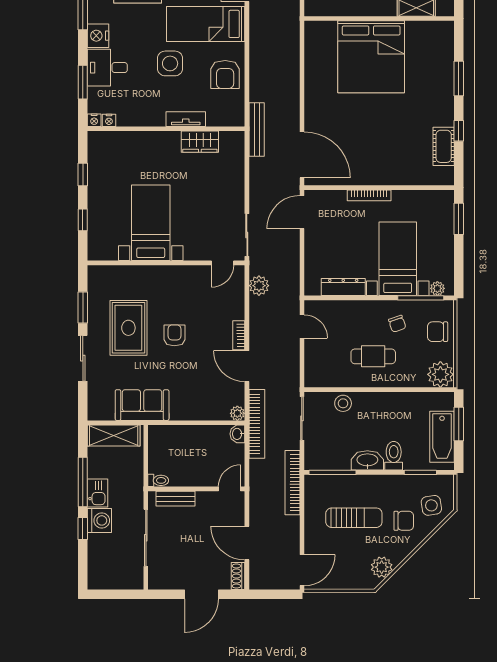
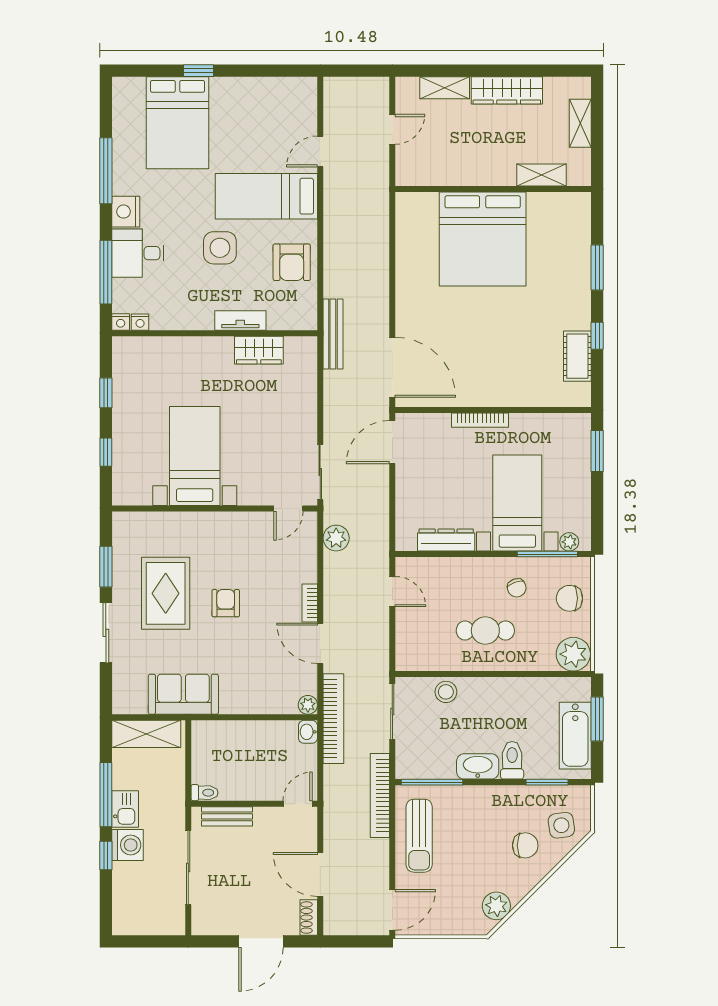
window: (83, 82) -> (106, 272), width x1.44
sun lounger: (354, 518) -> (419, 836), moved, turned 90

